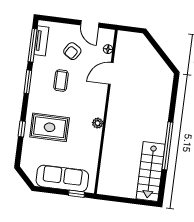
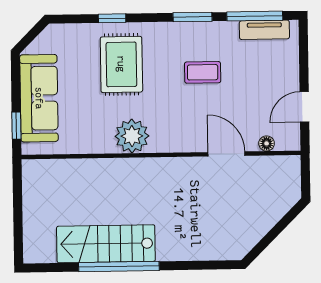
armchair: (72, 51) -> (255, 84), removed
plant: (98, 123) -> (132, 136), width x1.88, depth x1.88
stairs: (151, 172) -> (106, 244), moved

